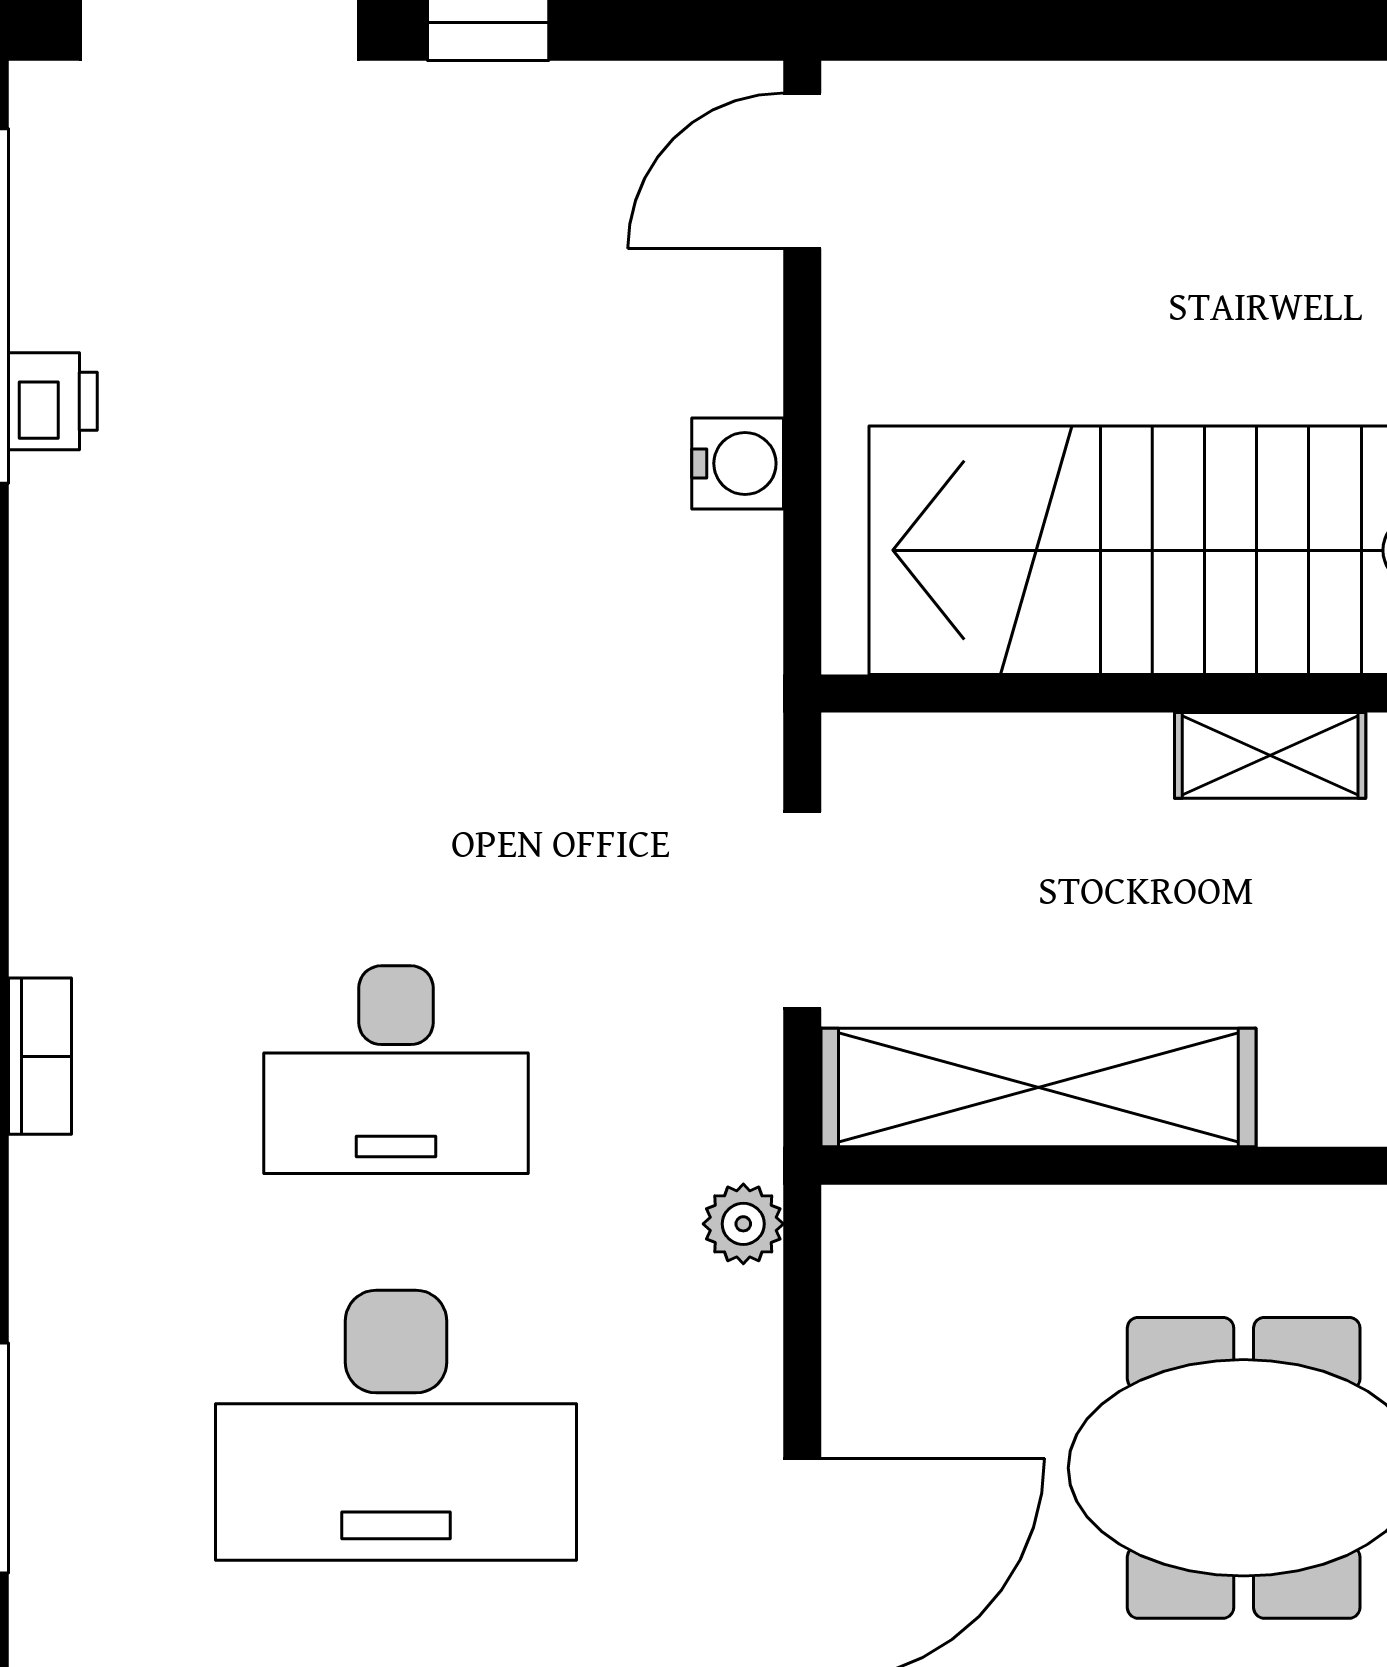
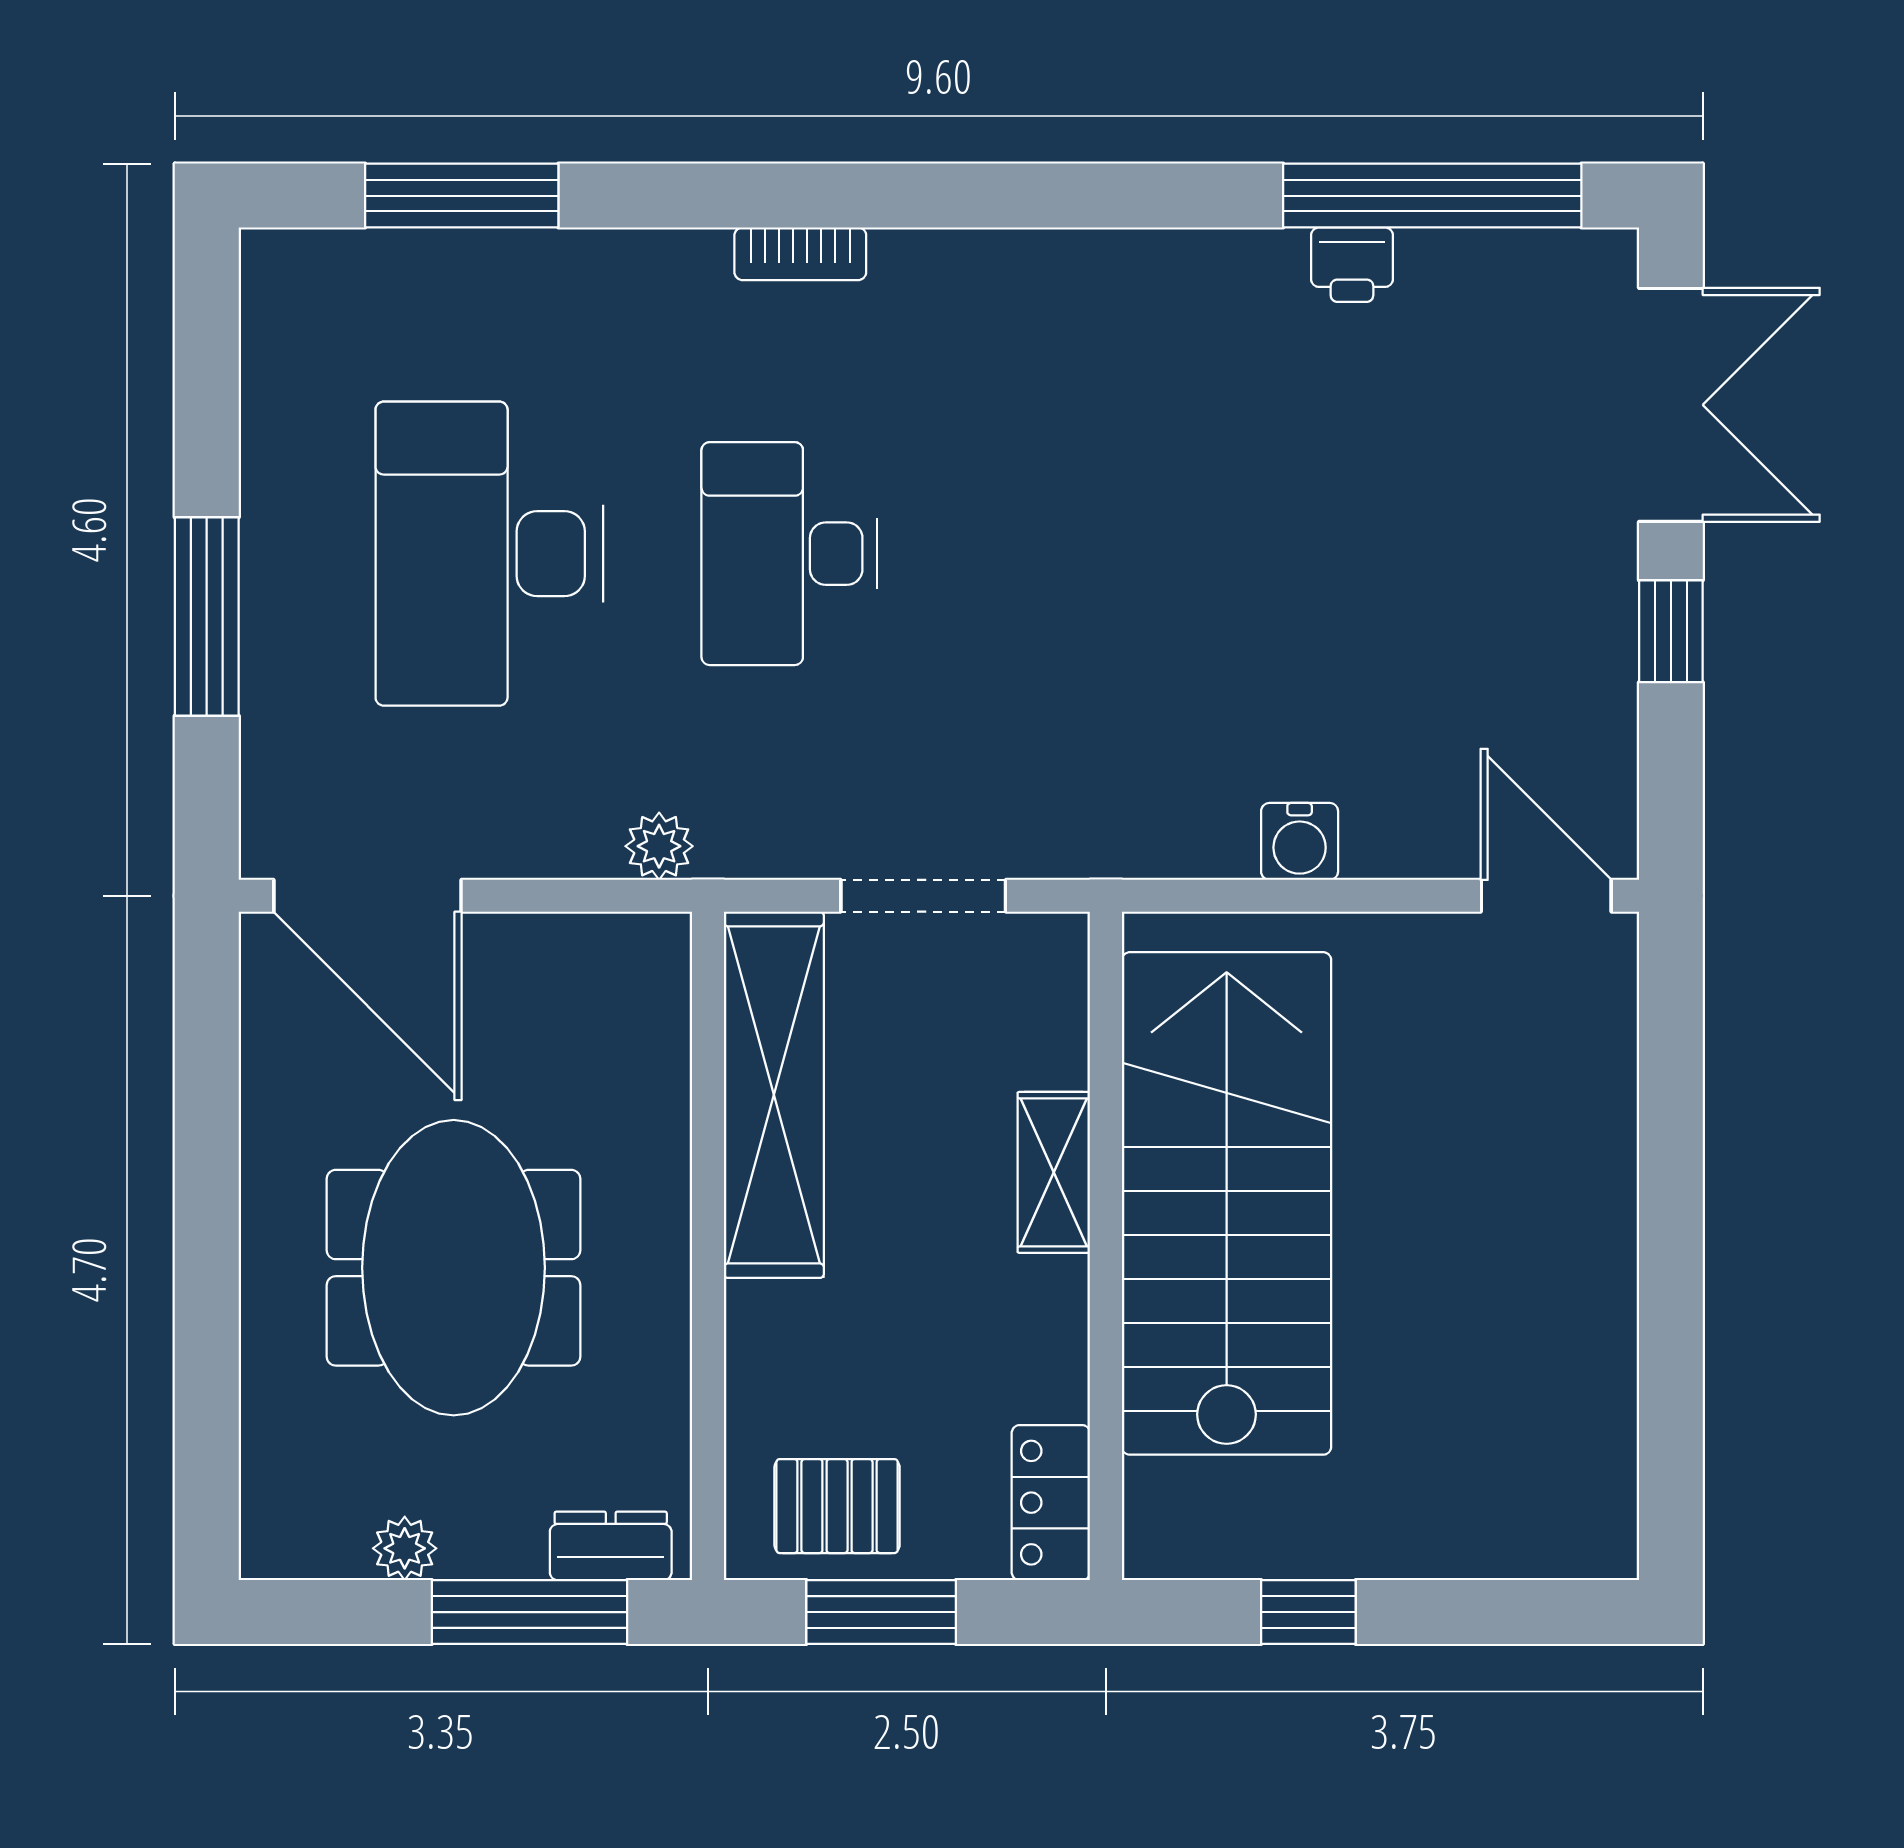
shelving: (1270, 755) -> (1054, 1172), moved

